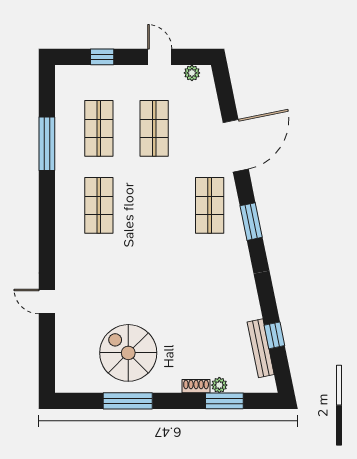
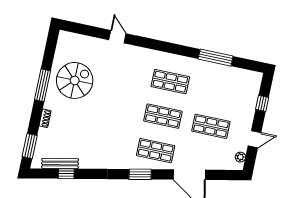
shop shelf: (99, 128) -> (163, 116), moved
door: (47, 301) -> (117, 37), hinge flipped
plant: (219, 385) -> (43, 133), removed
window: (128, 401) -> (42, 85), moved
window: (224, 401) -> (30, 146), moved

